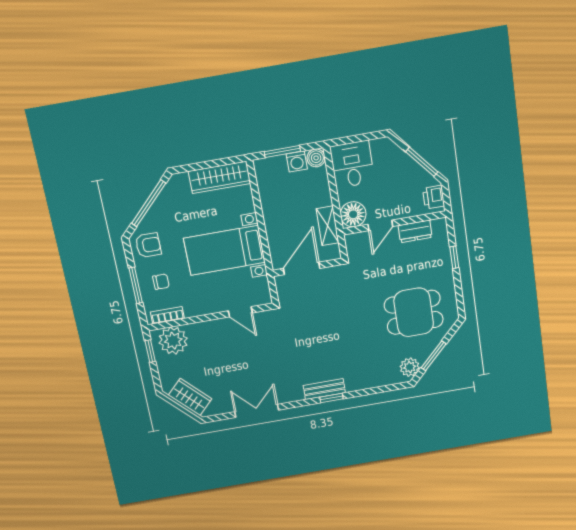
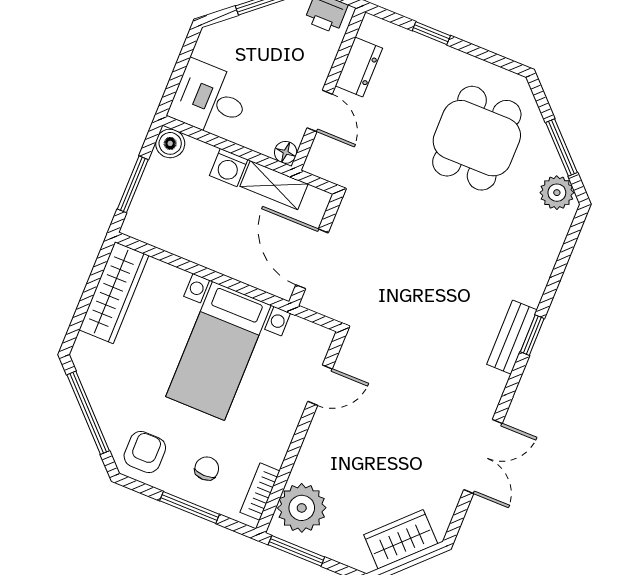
washing machine: (297, 162) -> (229, 168), moved, turned 90
floor lamp: (353, 214) -> (286, 152), width x0.53, depth x0.53
window: (150, 351) -> (296, 551), width x1.50
double door: (257, 411) -> (483, 457), swing flipped

